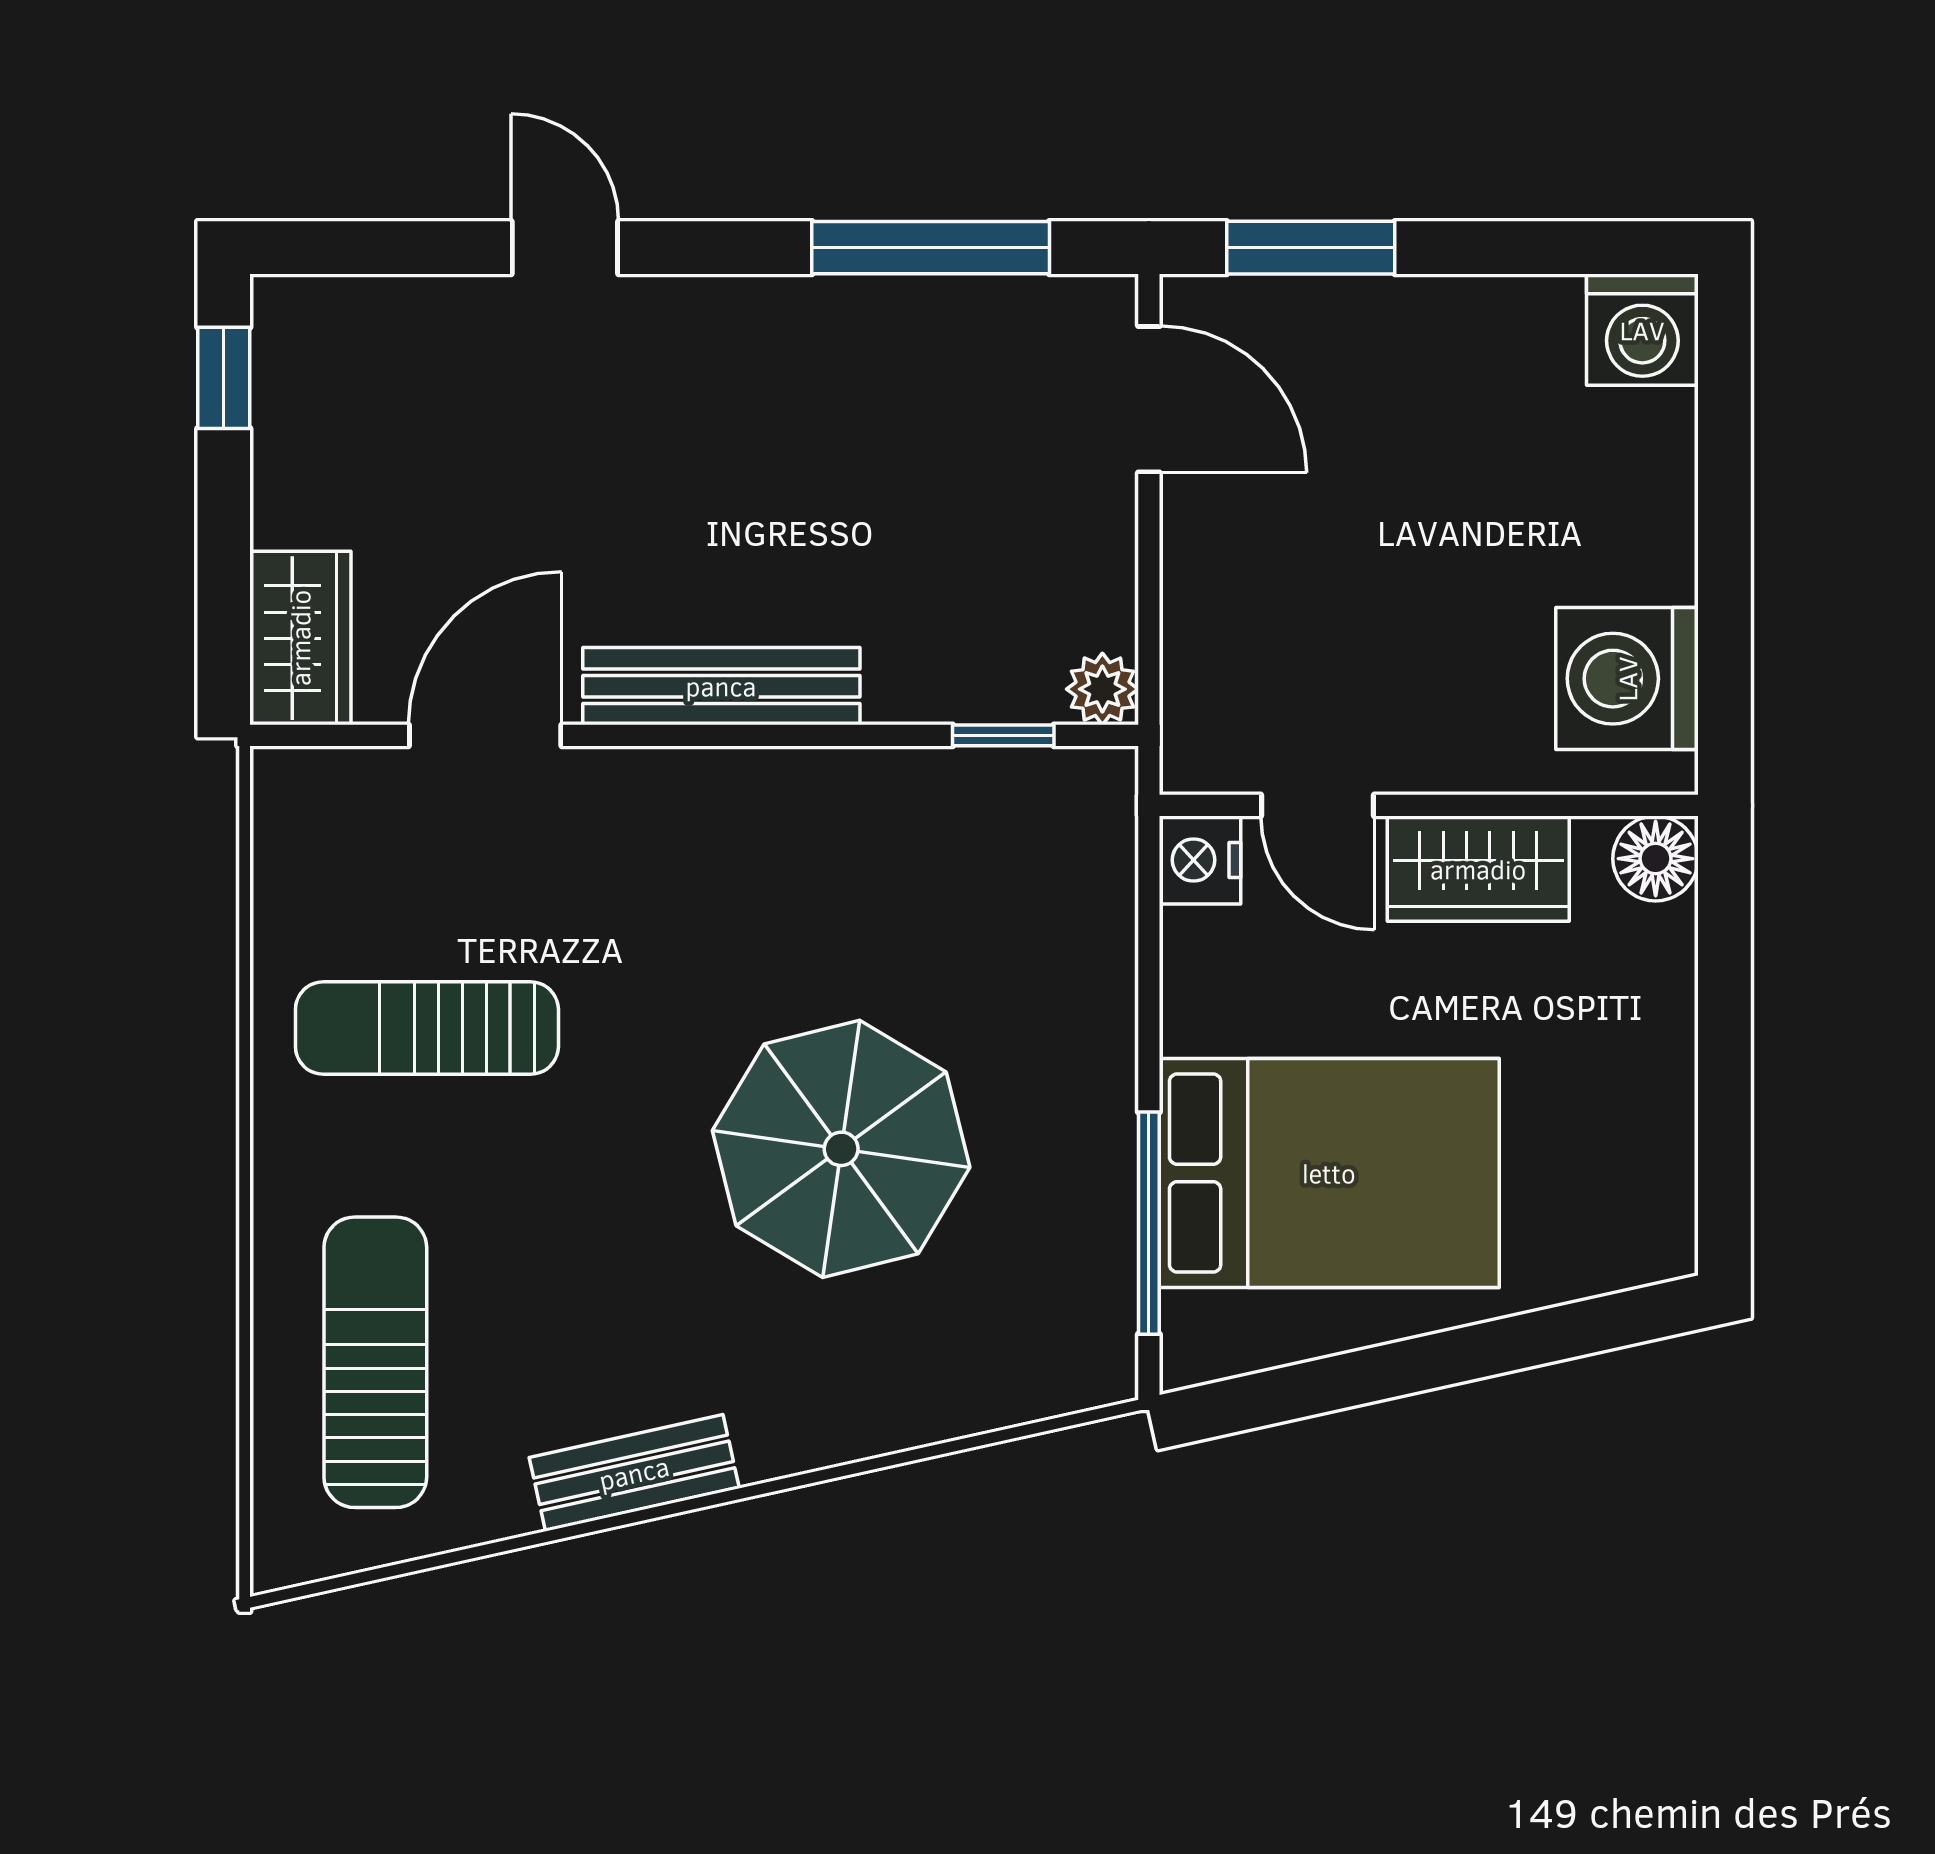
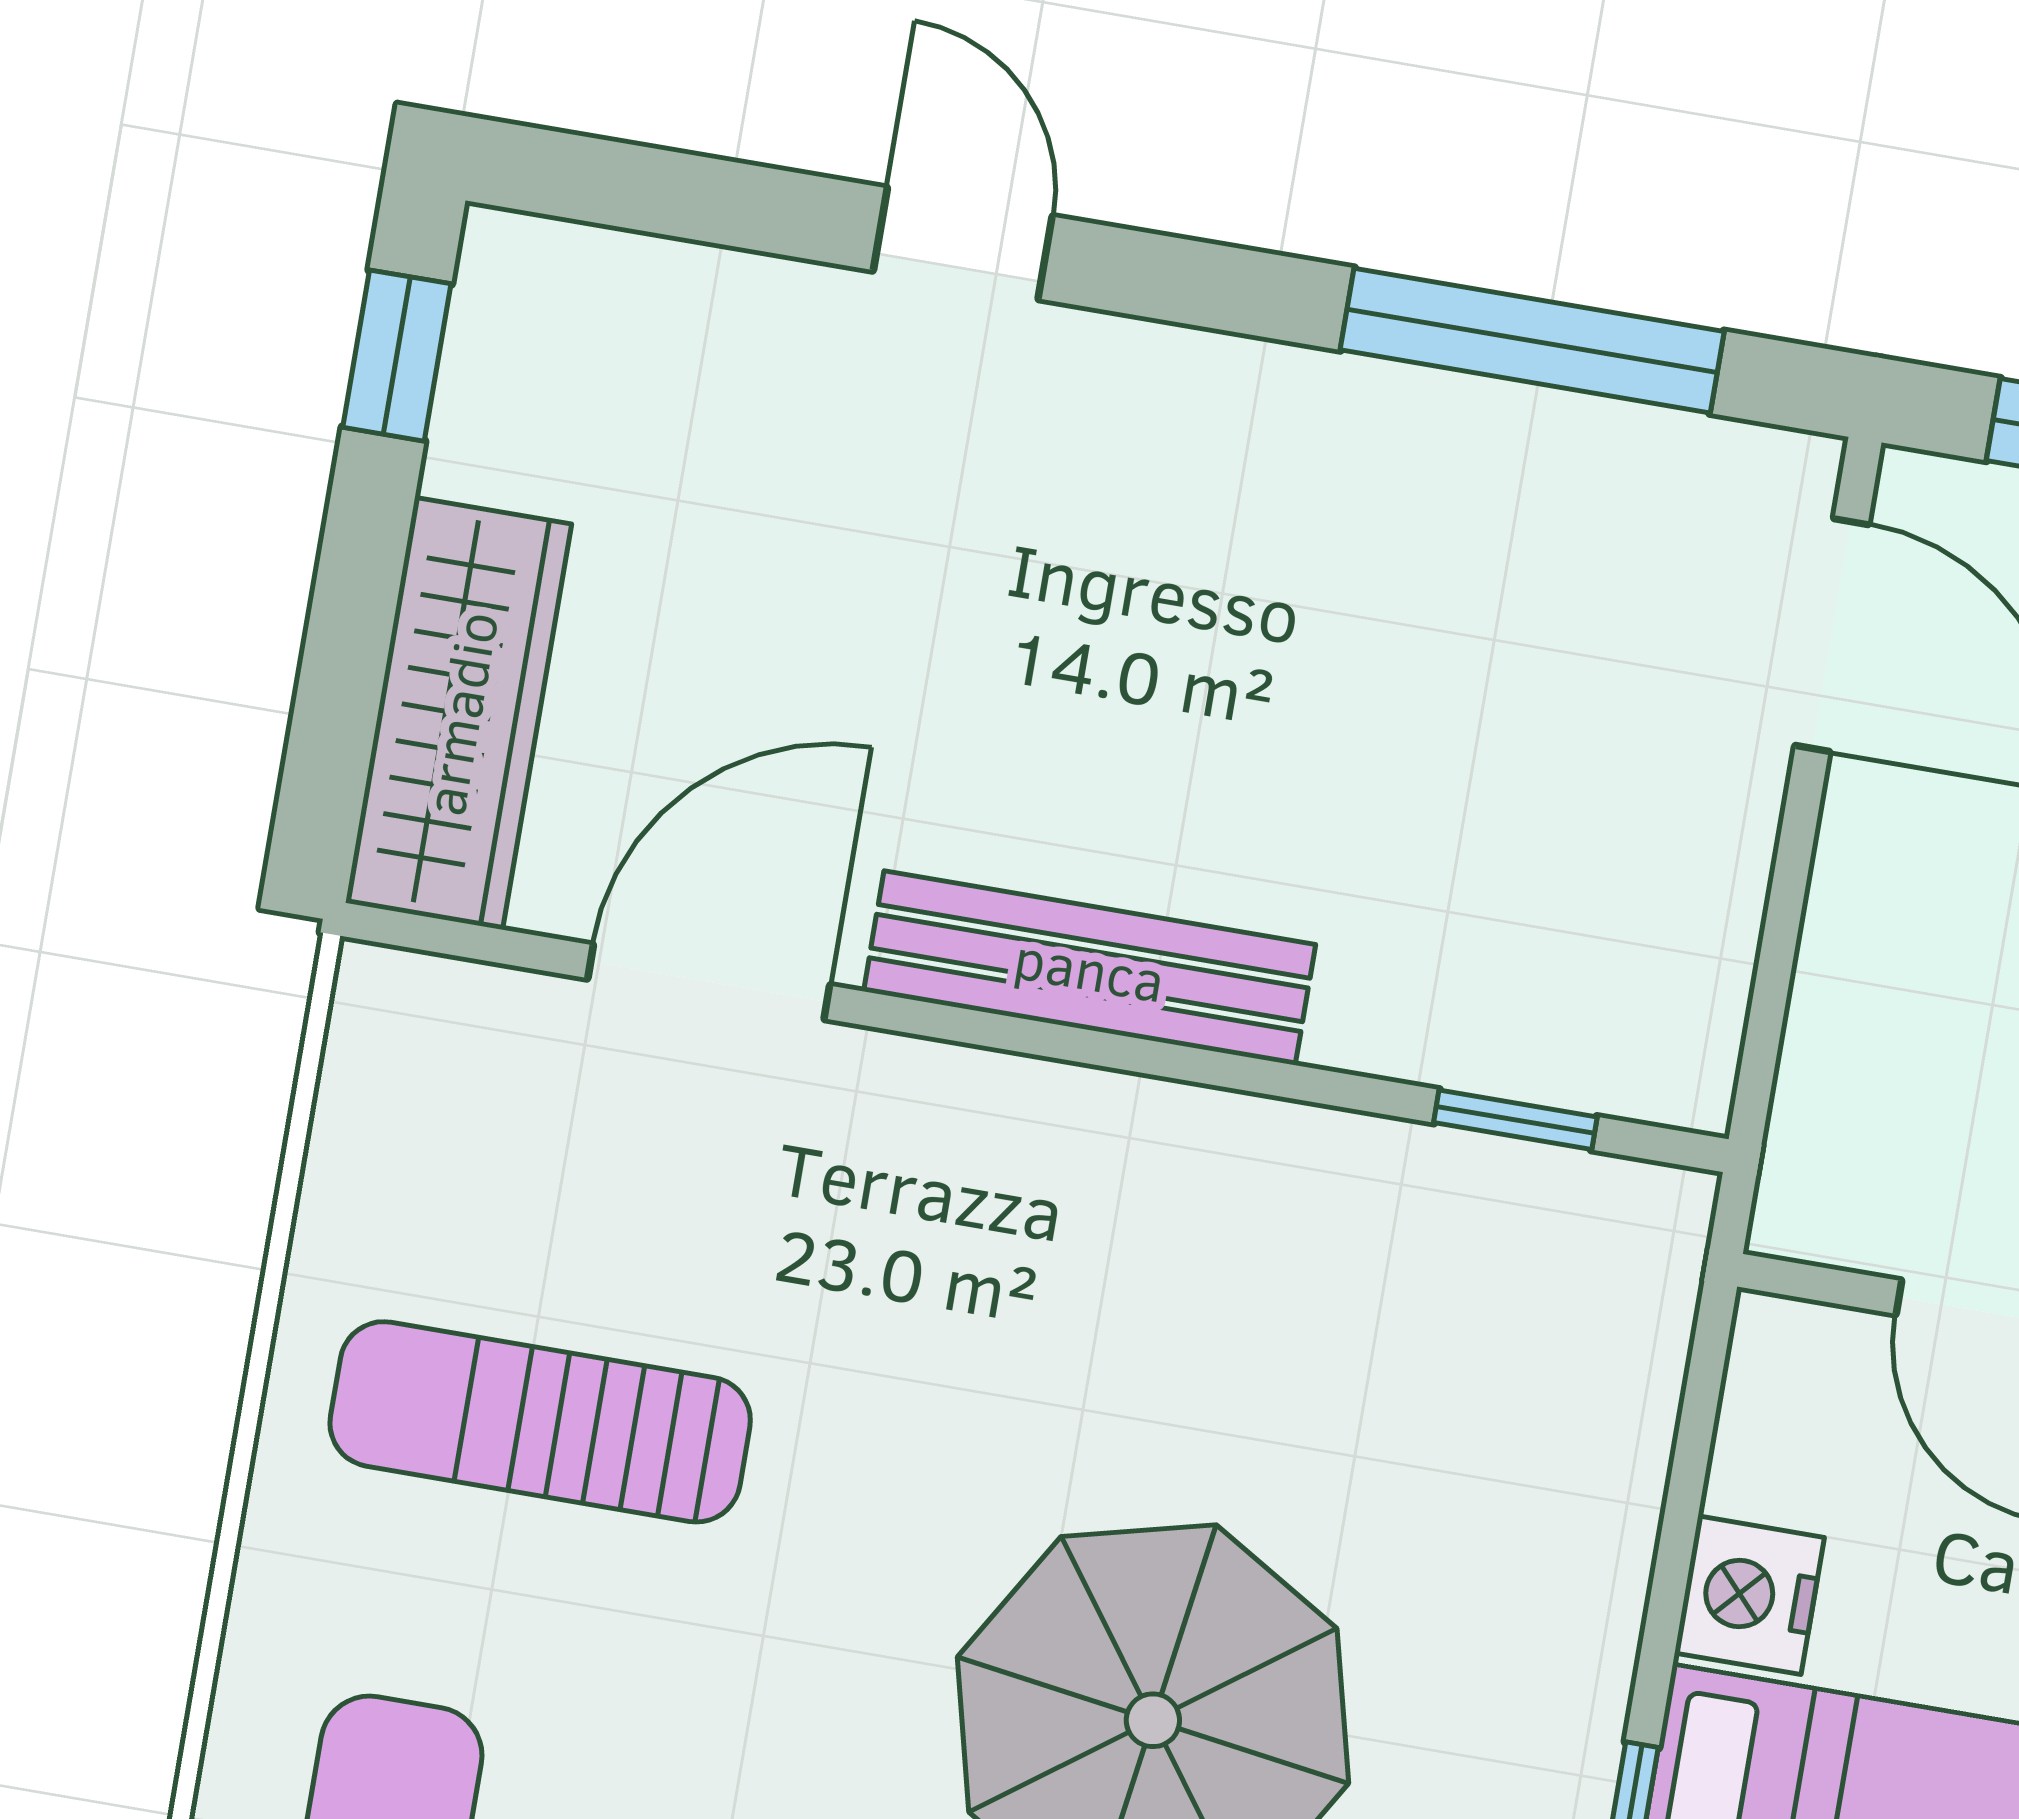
wardrobe: (300, 638) -> (459, 713), width x1.50
plant: (1102, 689) -> (1682, 1074), removed
nightstand: (1200, 860) -> (1749, 1595), moved

